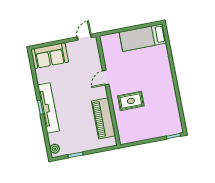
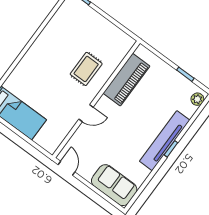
door: (84, 37) -> (67, 168), swing flipped
rug: (131, 101) -> (86, 69), turned 90

